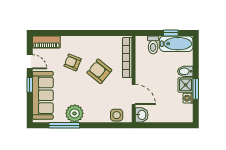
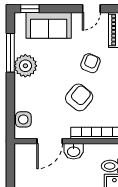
window: (30, 85) -> (30, 9), moved
sofa: (43, 95) -> (49, 25), width x0.73
washbasin: (142, 115) -> (74, 151), moved

